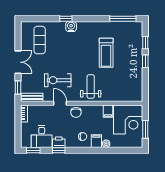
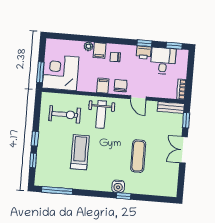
exercise mat: (40, 40) -> (138, 156), moved
exercise bike: (58, 80) -> (65, 114), moved
filing cabinet: (108, 111) -> (103, 86), moved
window: (145, 129) -> (40, 72), moved

